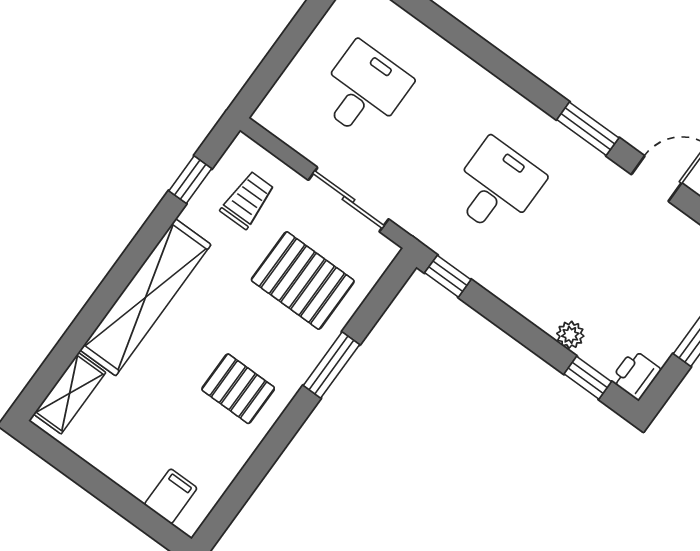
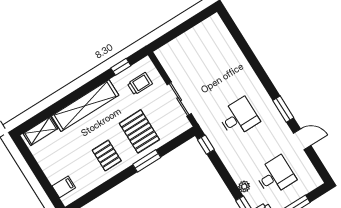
desk: (364, 90) -> (275, 176), moved
pallet: (303, 280) -> (139, 131), moved

